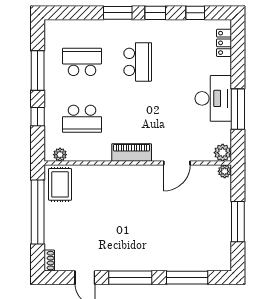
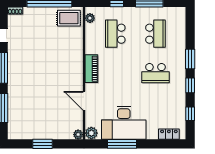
desk: (213, 98) -> (124, 123), width x1.36, depth x1.30
window: (238, 222) -> (43, 144), width x0.69

